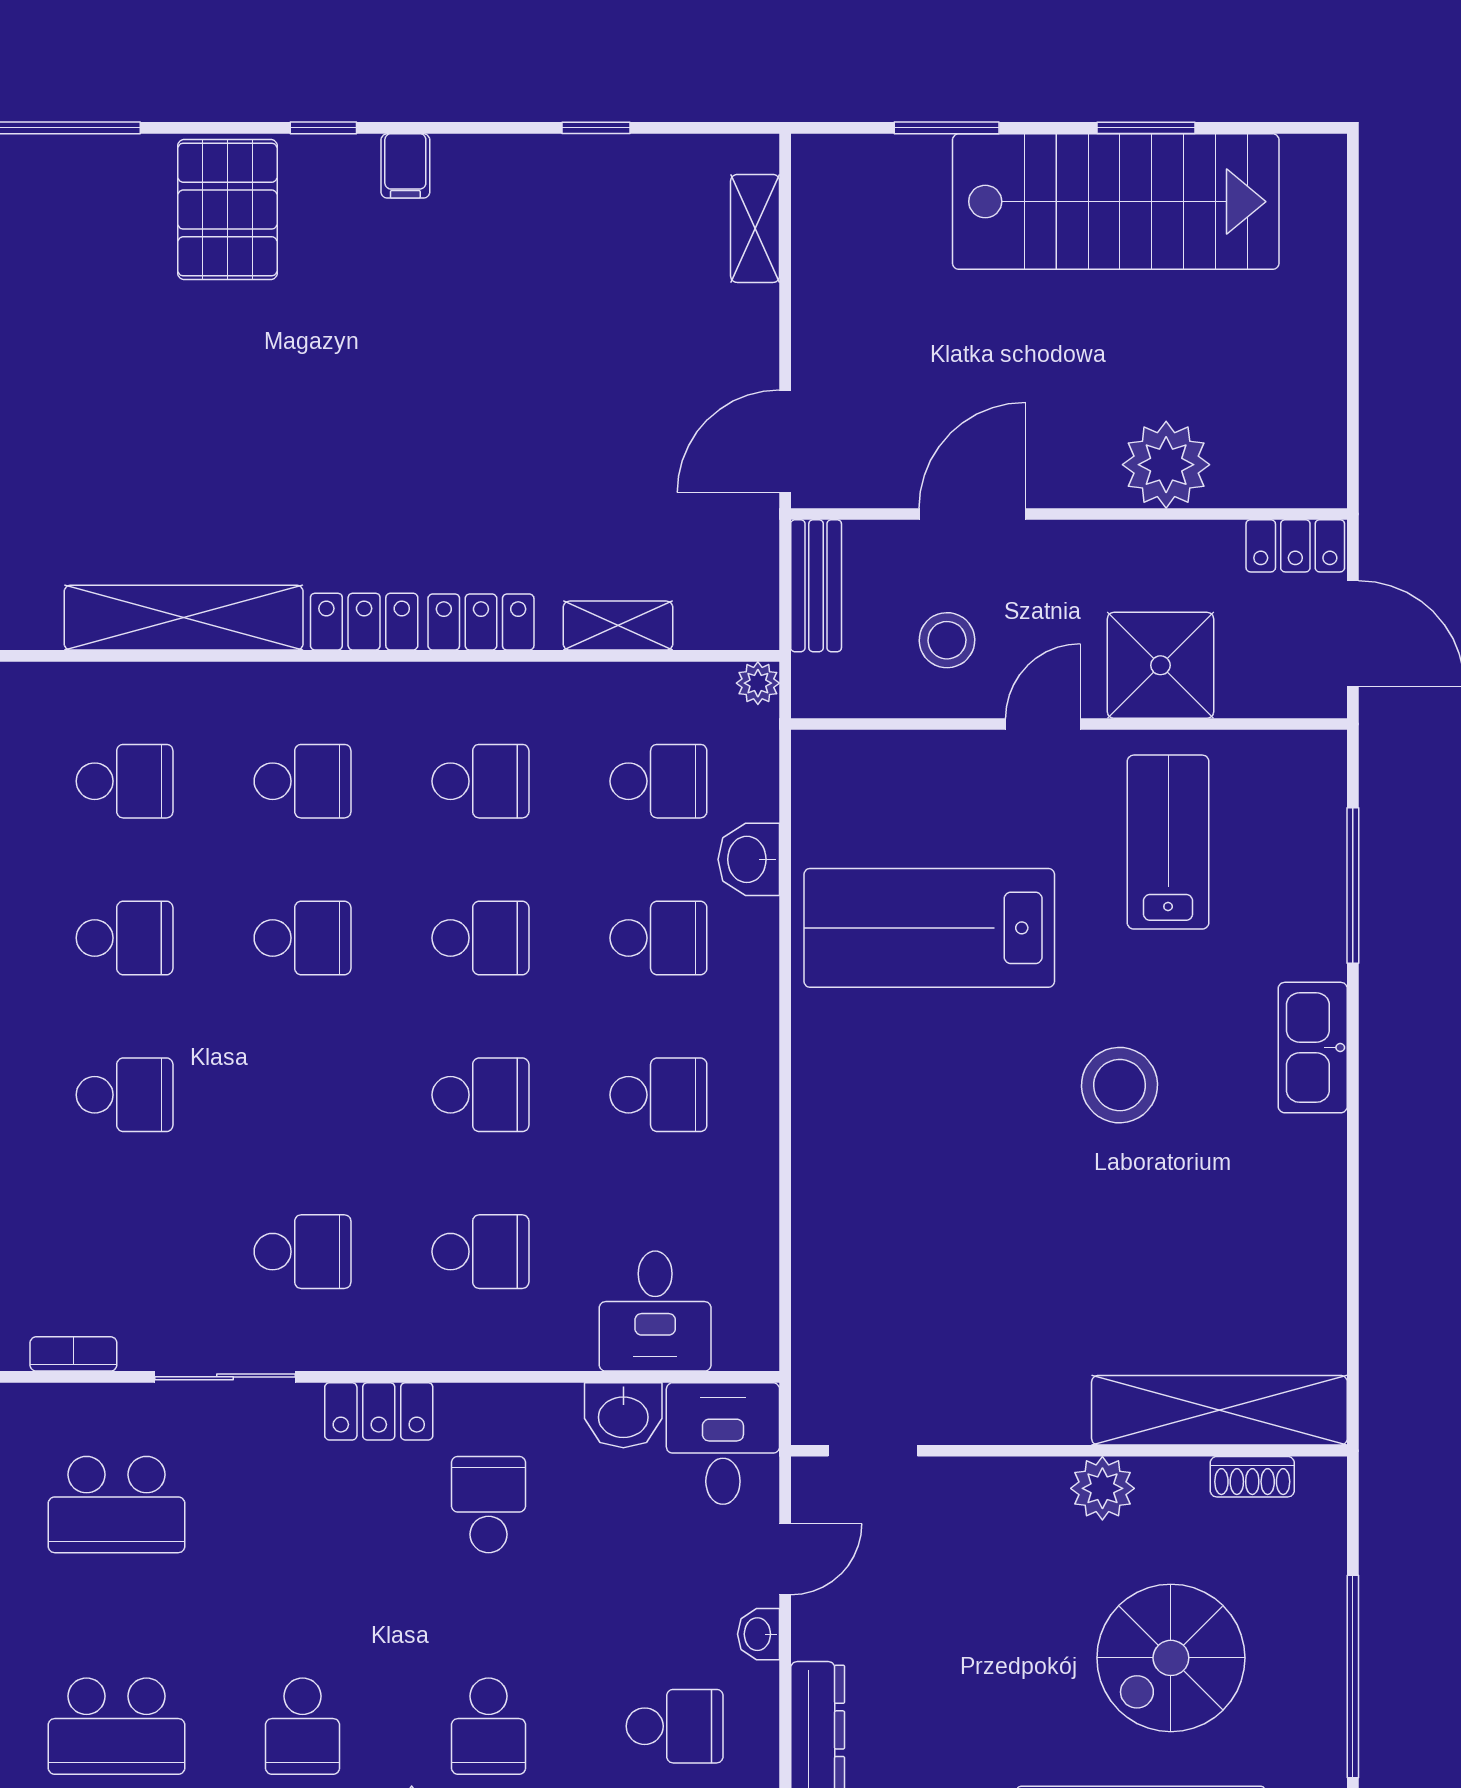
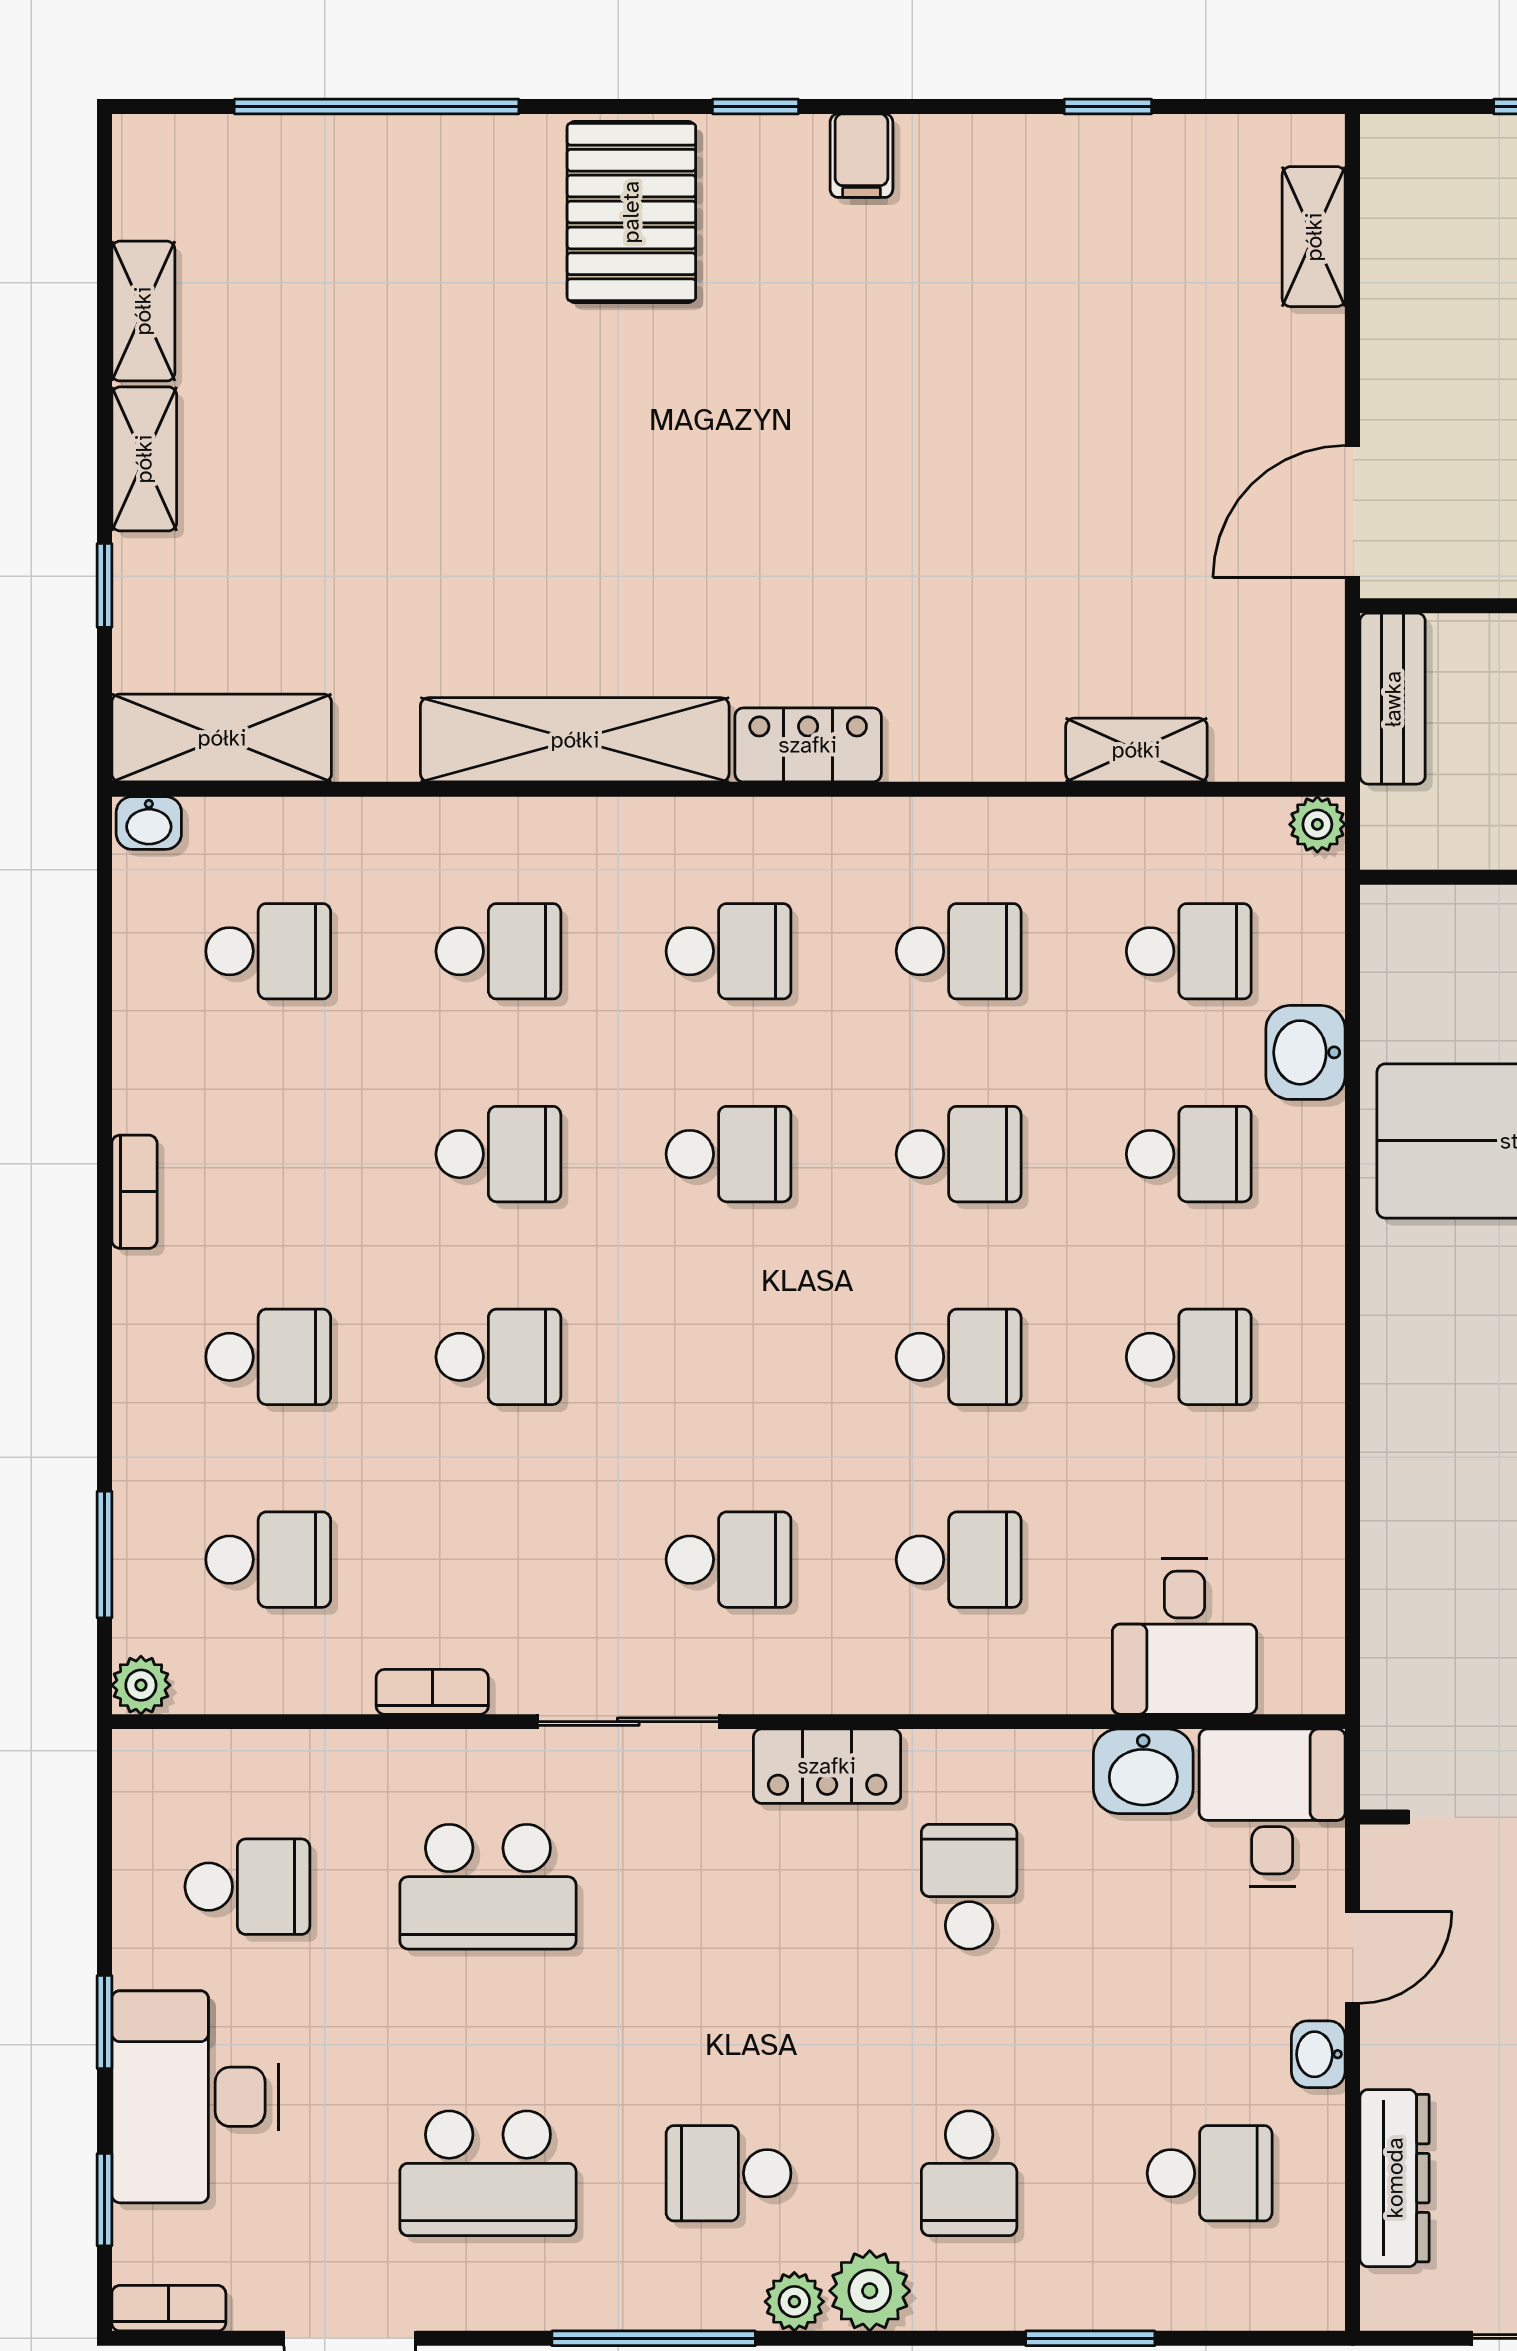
locker: (481, 622) -> (959, 745), removed
school desk: (303, 1726) -> (729, 2173), turned 90

